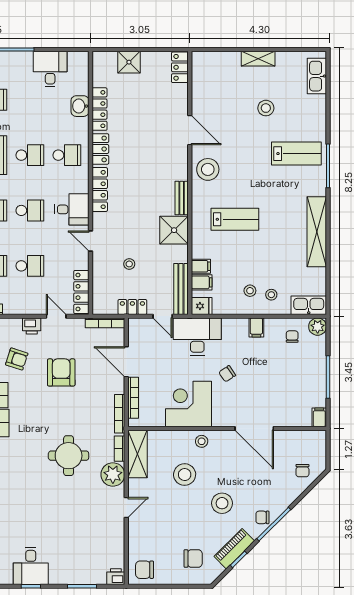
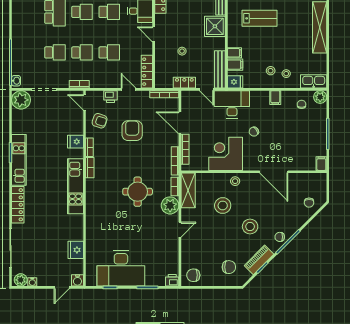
desk: (31, 566) -> (121, 268), width x1.87, depth x1.30

